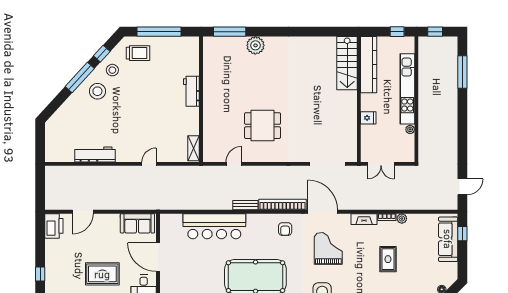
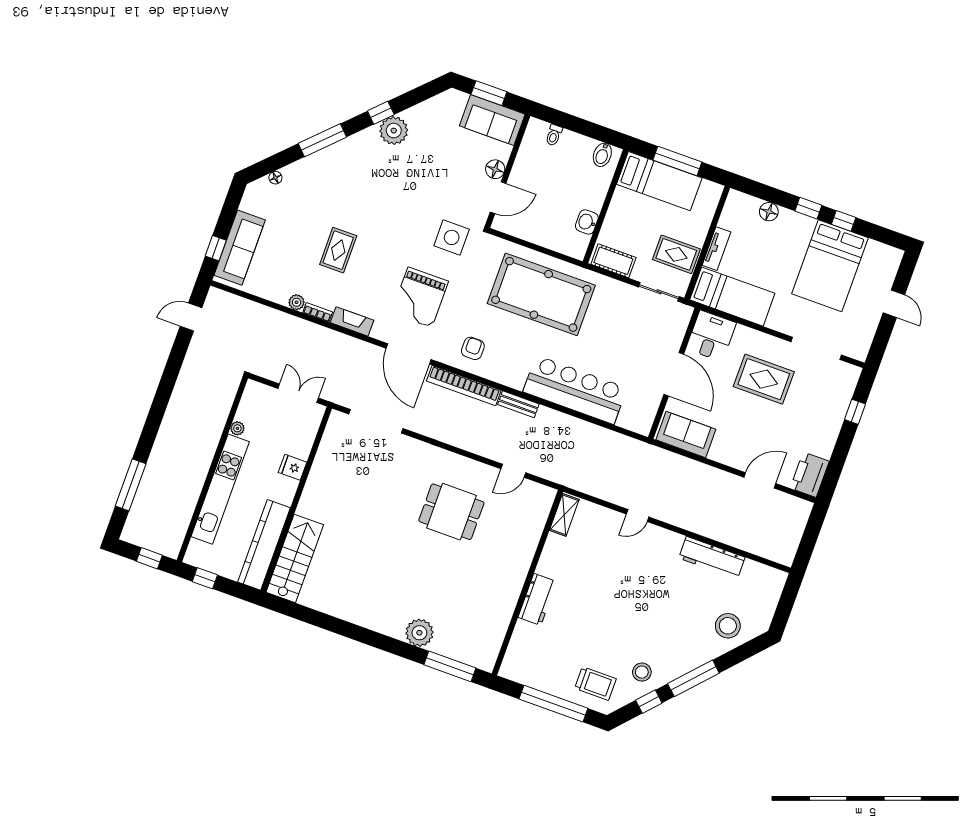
trolley: (138, 53) -> (595, 683), turned 180
stool: (97, 91) -> (728, 626), moved

